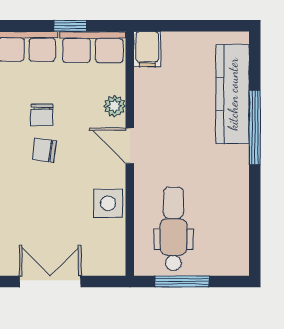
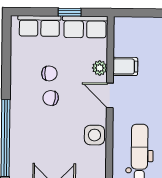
filing cabinet: (147, 49) -> (125, 66), moved, turned -90
chair: (42, 115) -> (49, 73), turned -90

